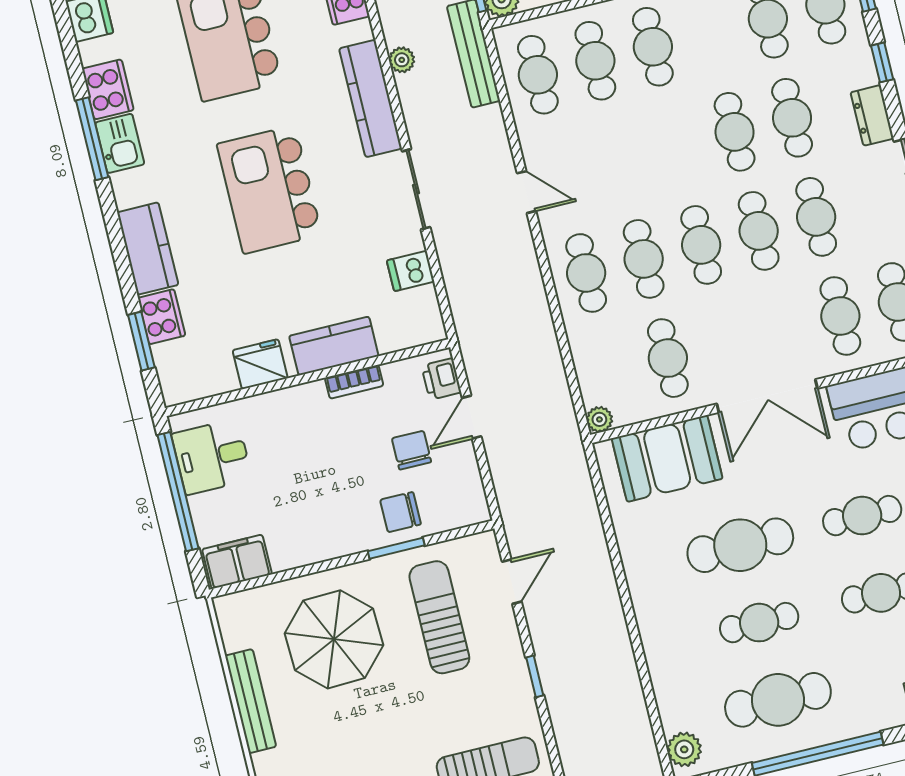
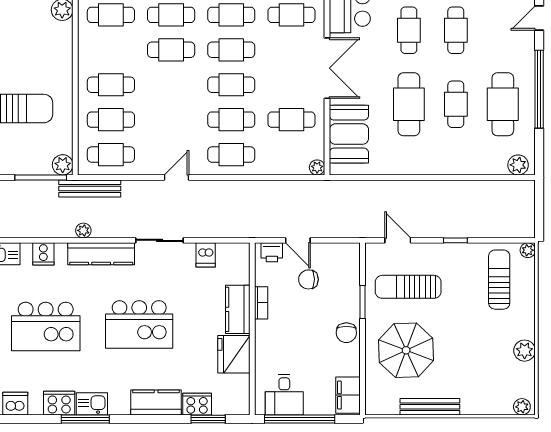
fridge: (260, 364) -> (234, 354), width x1.36, depth x1.34
chair: (400, 512) -> (346, 333), moved

